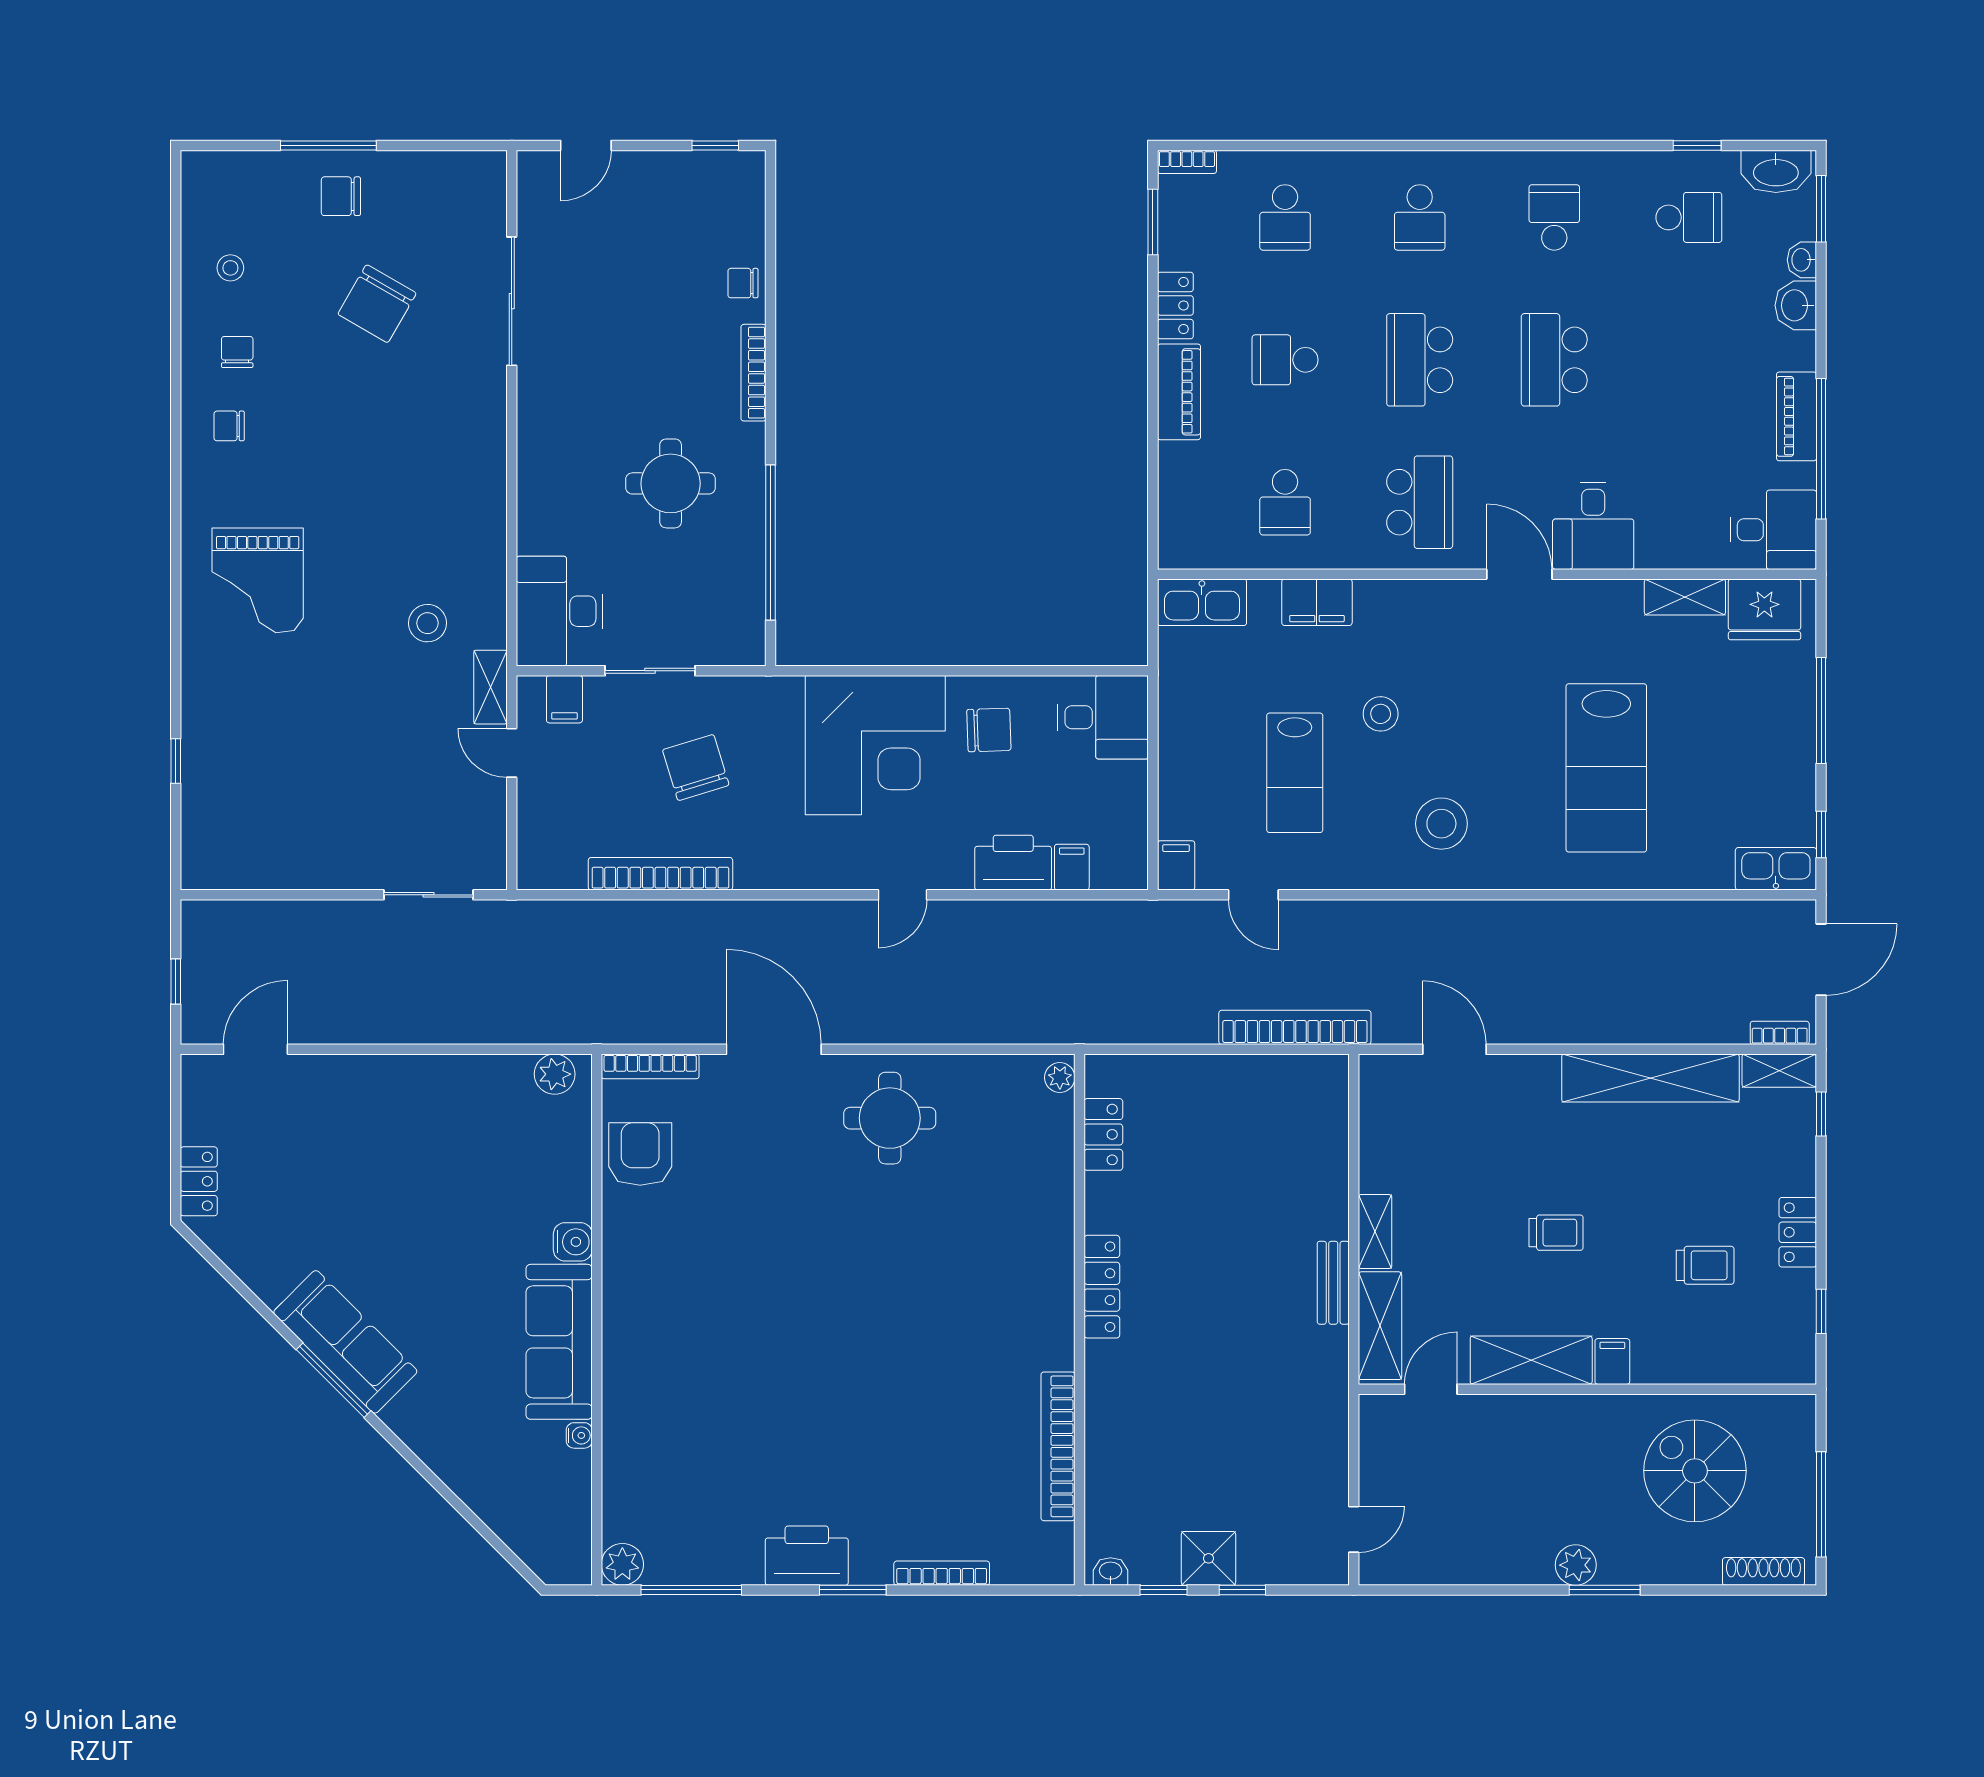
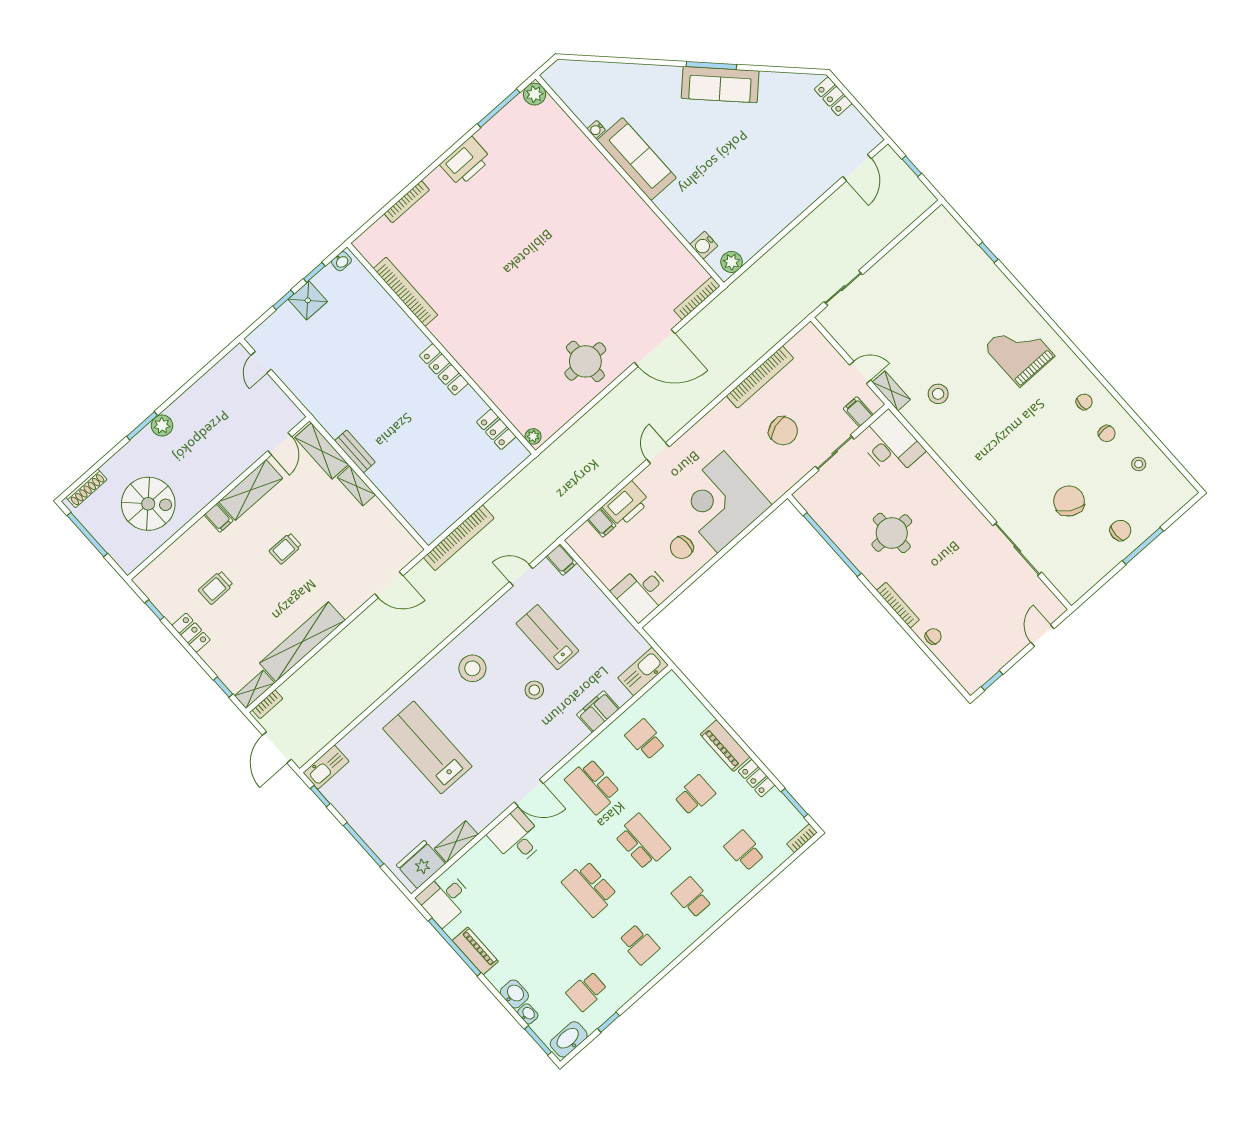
school desk: (1554, 360) -> (590, 889), turned 180
armchair: (640, 1154) -> (670, 260), removed
water cooler: (573, 1242) -> (704, 245), moved
window: (853, 1590) -> (436, 164), removed

